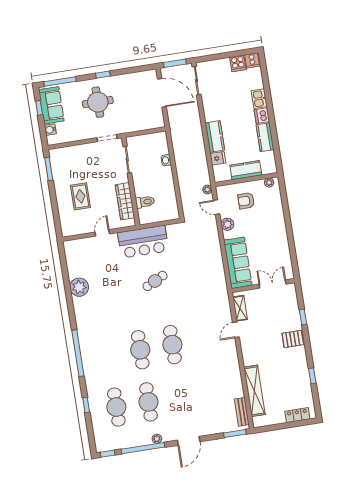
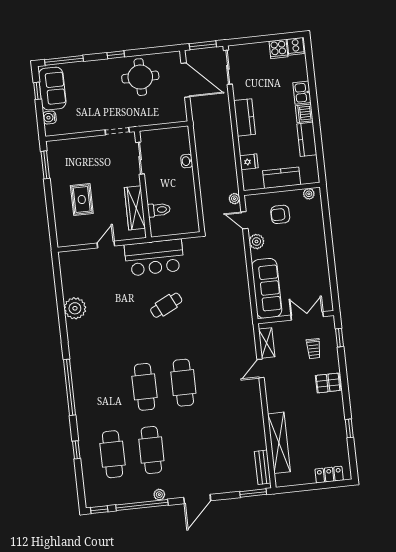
round table: (98, 102) -> (140, 77), moved
kitchen counter: (215, 137) -> (245, 117), moved
trolley: (279, 311) -> (314, 349), added
window: (303, 317) -> (339, 338), moved

